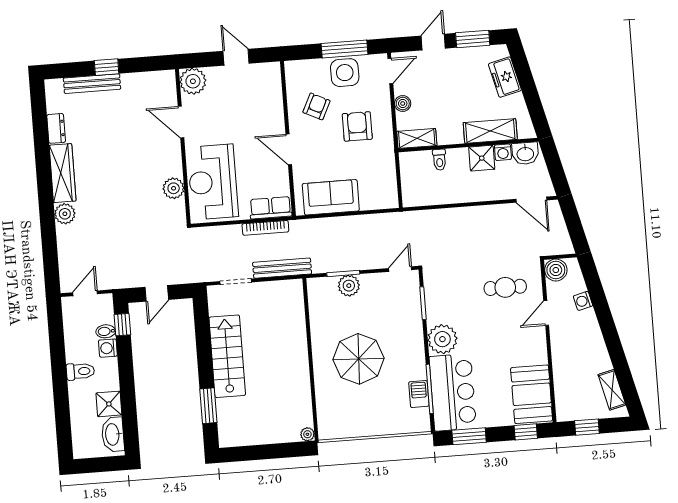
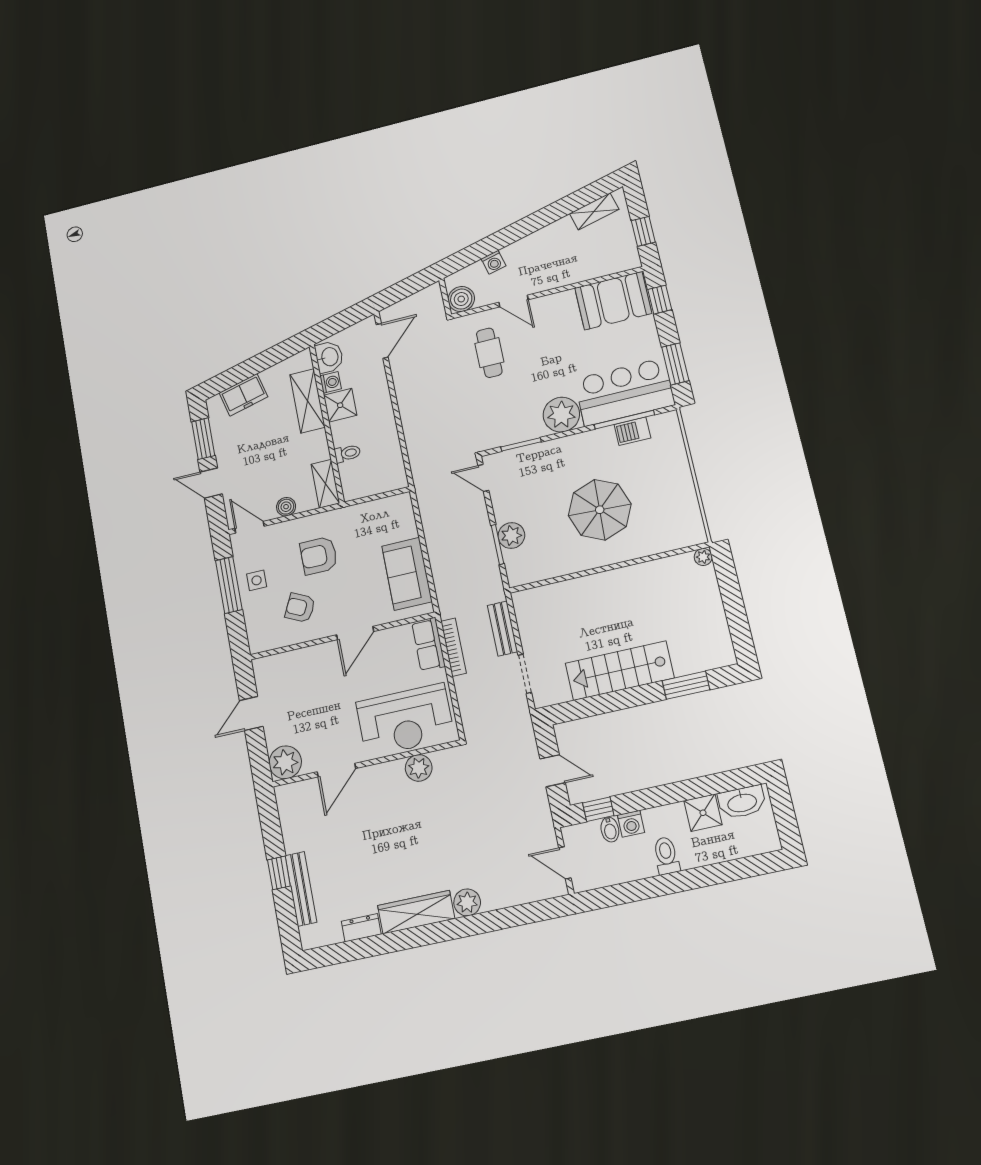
side table: (345, 73) -> (257, 580), width x0.54, depth x0.54
bench: (282, 268) -> (503, 629), width x0.73

